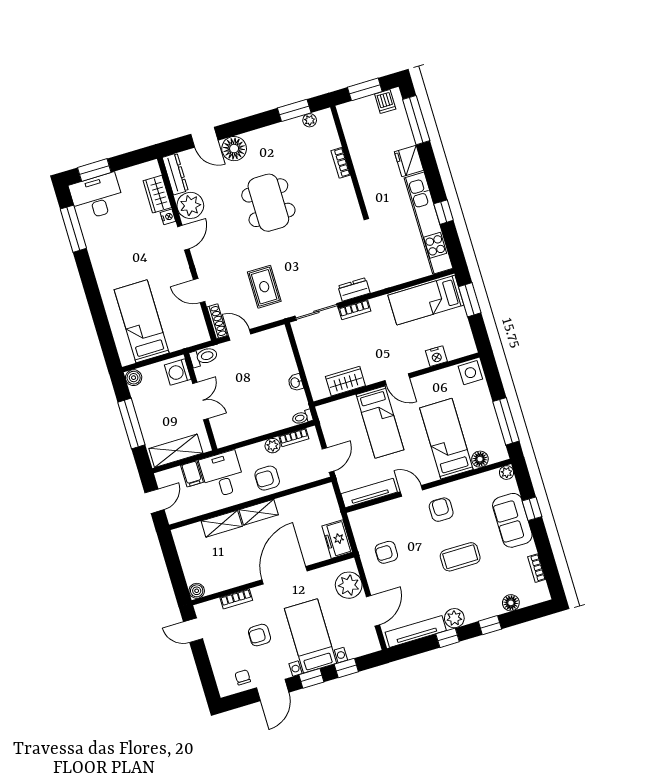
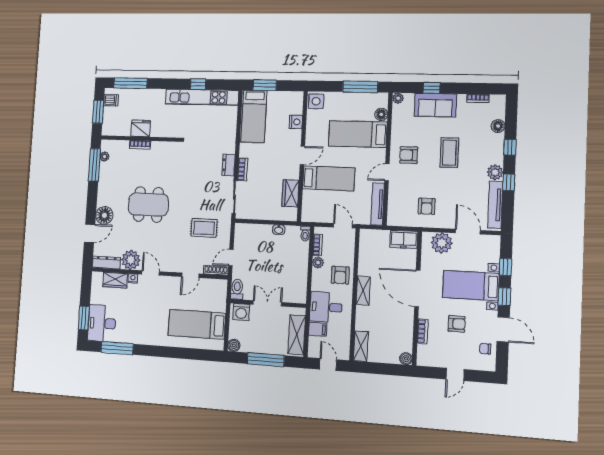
window: (294, 110) -> (94, 165), width x1.44
fridge: (409, 161) -> (141, 128), moved, turned 180
shelving: (222, 524) -> (361, 346), moved
door: (193, 630) -> (455, 374), moved
armchair: (260, 635) -> (457, 324), turned -90

